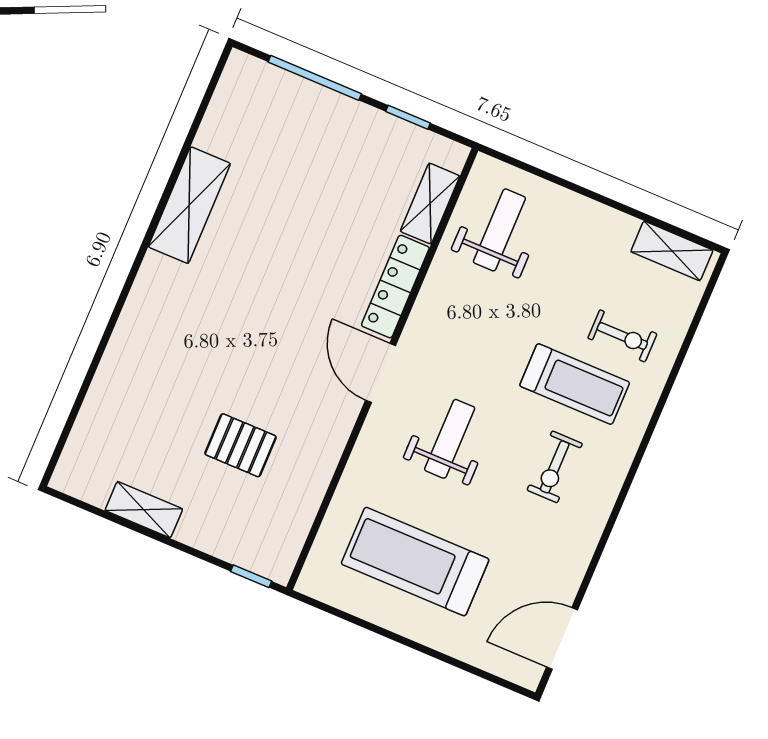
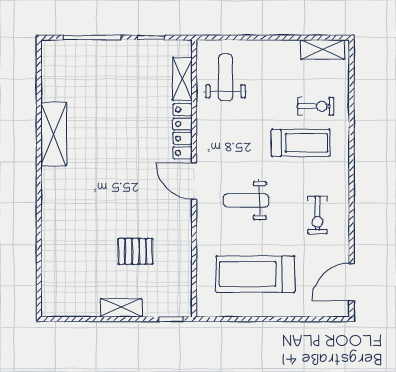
weight bench: (450, 439) -> (246, 200), turned -90
exercise bike: (555, 467) -> (317, 215), moved
shelving: (144, 510) -> (121, 308), moved

